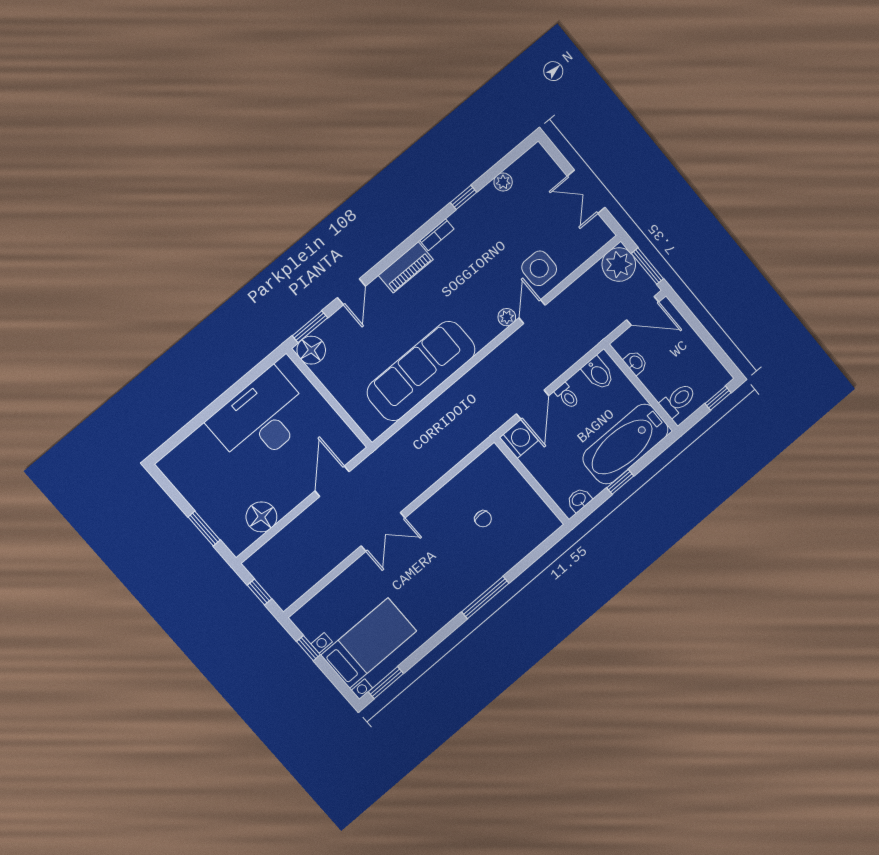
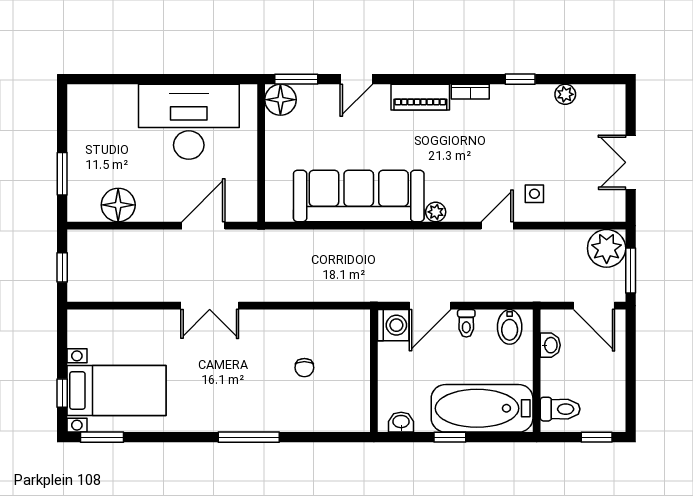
side table: (539, 268) -> (534, 194), width x0.54, depth x0.54
plant: (507, 317) -> (436, 212), moved
window: (308, 648) -> (62, 393), moved

